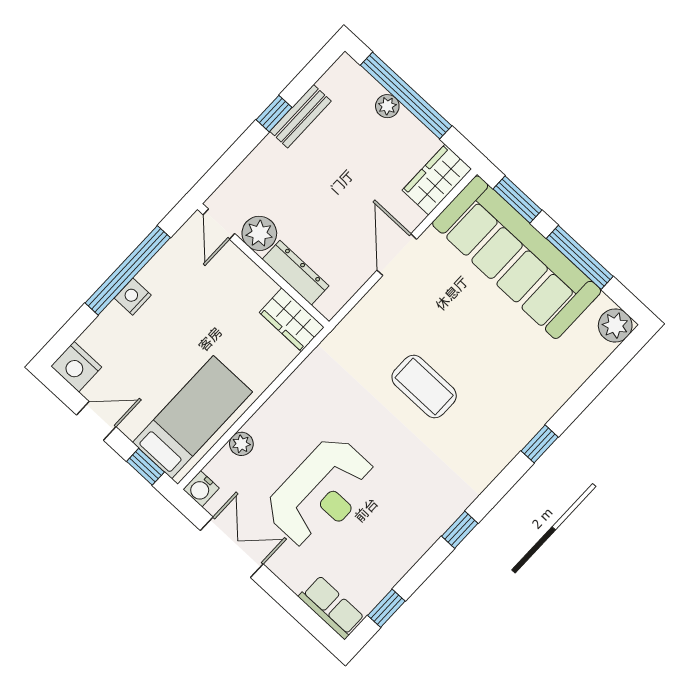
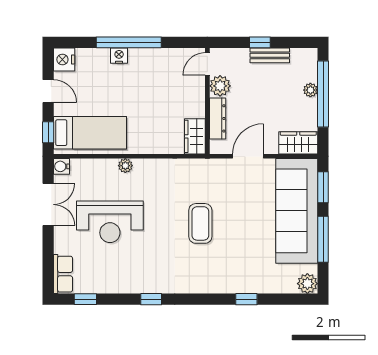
door: (219, 224) -> (207, 64), moved
plant: (259, 233) -> (220, 86), moved
wall: (263, 265) -> (207, 101), moved
dresser: (296, 273) -> (218, 118), moved
wardrobe: (292, 320) -> (195, 136), moved
plant: (241, 444) -> (125, 166), moved
window: (540, 444) -> (246, 299), moved

